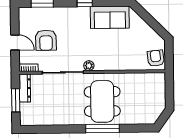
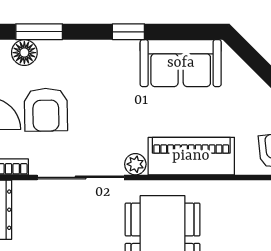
floor lamp: (35, 13) -> (24, 53), added
piano: (115, 61) -> (191, 156), added

